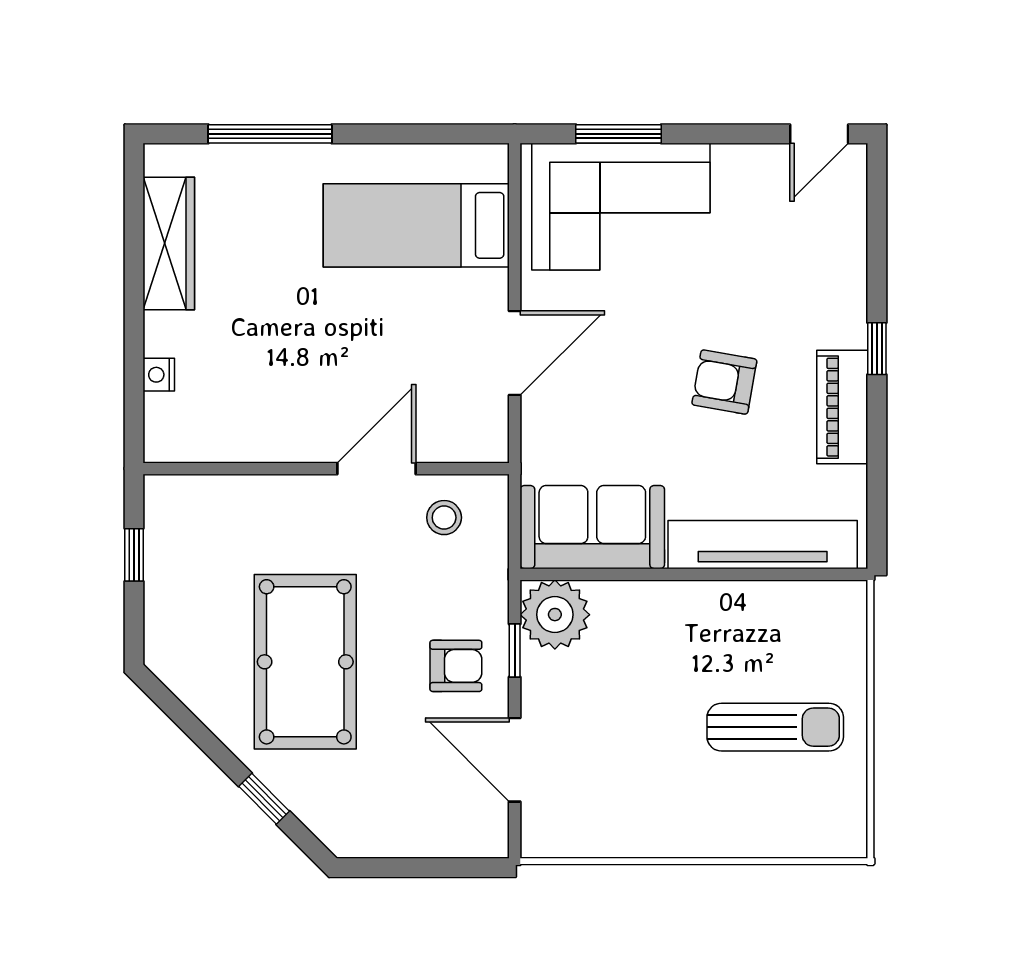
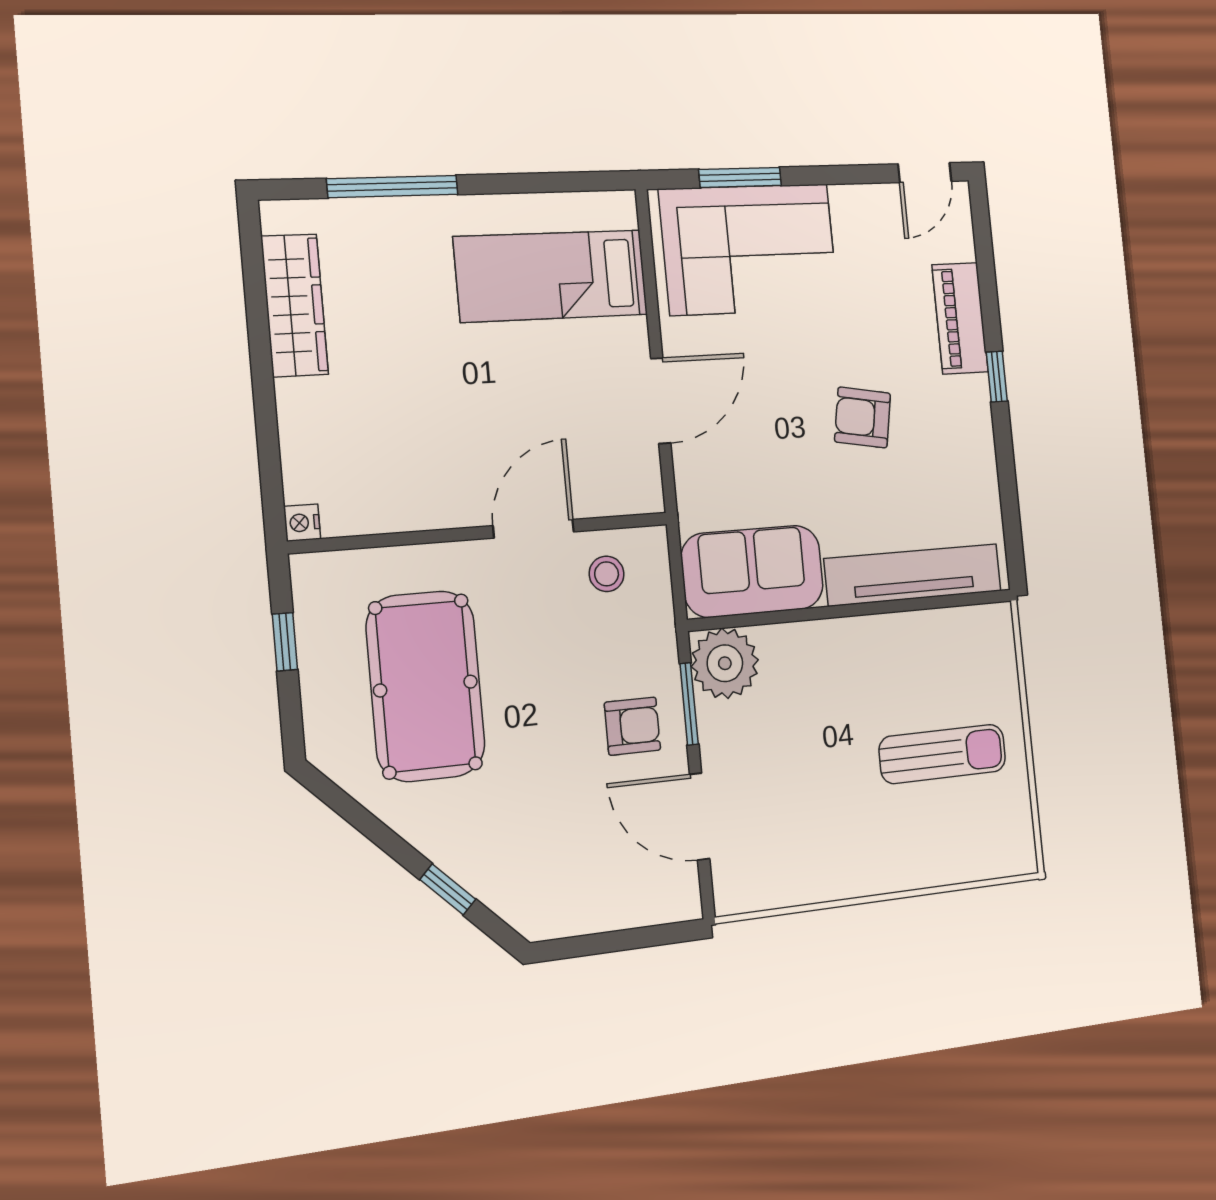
nightstand: (159, 375) -> (302, 523), moved
piano: (842, 407) -> (960, 318), moved
window: (515, 650) -> (689, 704), width x1.50
pool table: (305, 662) -> (426, 686), moved

